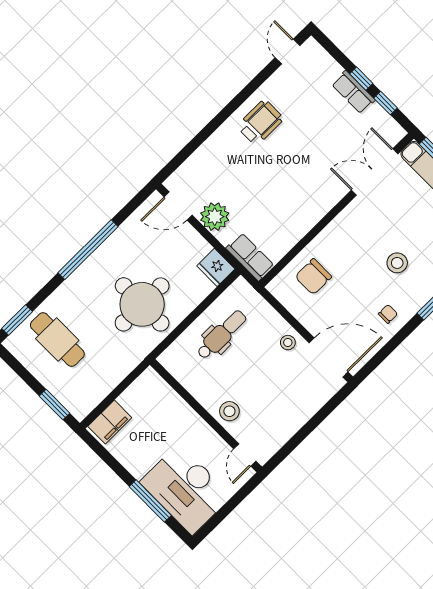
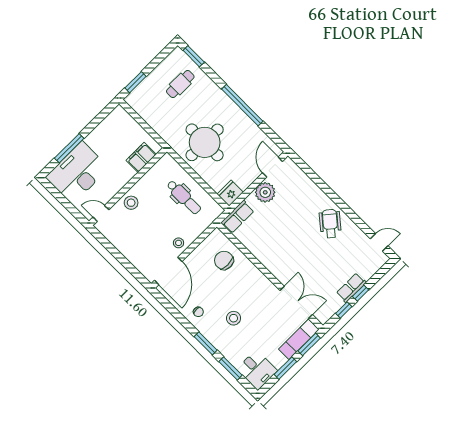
wheelchair: (260, 122) -> (330, 224), turned -140
cafe table: (57, 340) -> (180, 84), width x0.73, depth x0.74
filing cabinet: (110, 422) -> (141, 157), moved, turned 90

